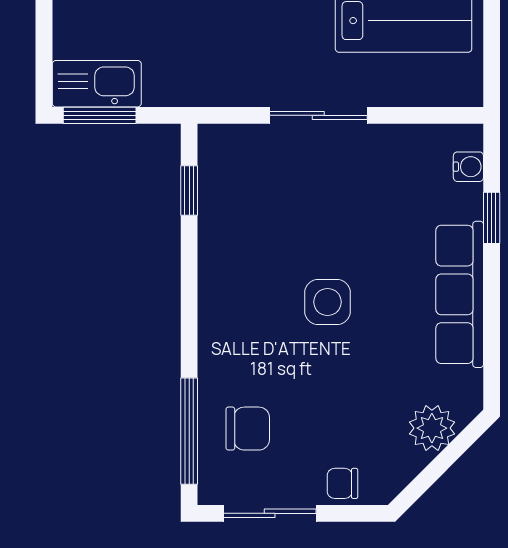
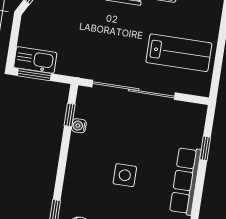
sliding door: (318, 115) -> (134, 90), width x1.86
water cooler: (468, 167) -> (79, 126), moved, turned 180

